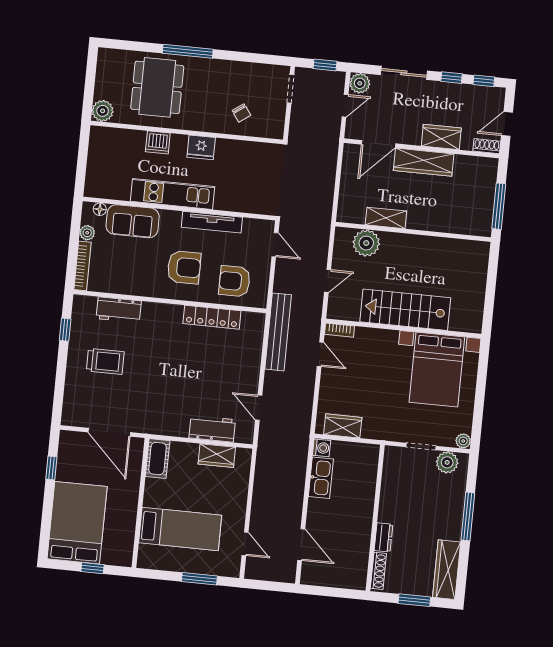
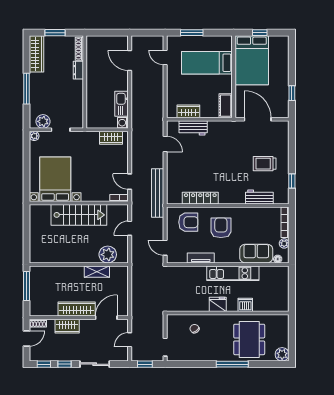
plant: (360, 83) -> (122, 355), removed
plant: (103, 111) -> (282, 354), moved
tv unit: (212, 222) -> (201, 258), width x0.71
armchair: (184, 267) -> (221, 228), turned 90
bed: (77, 523) -> (252, 60), moved

